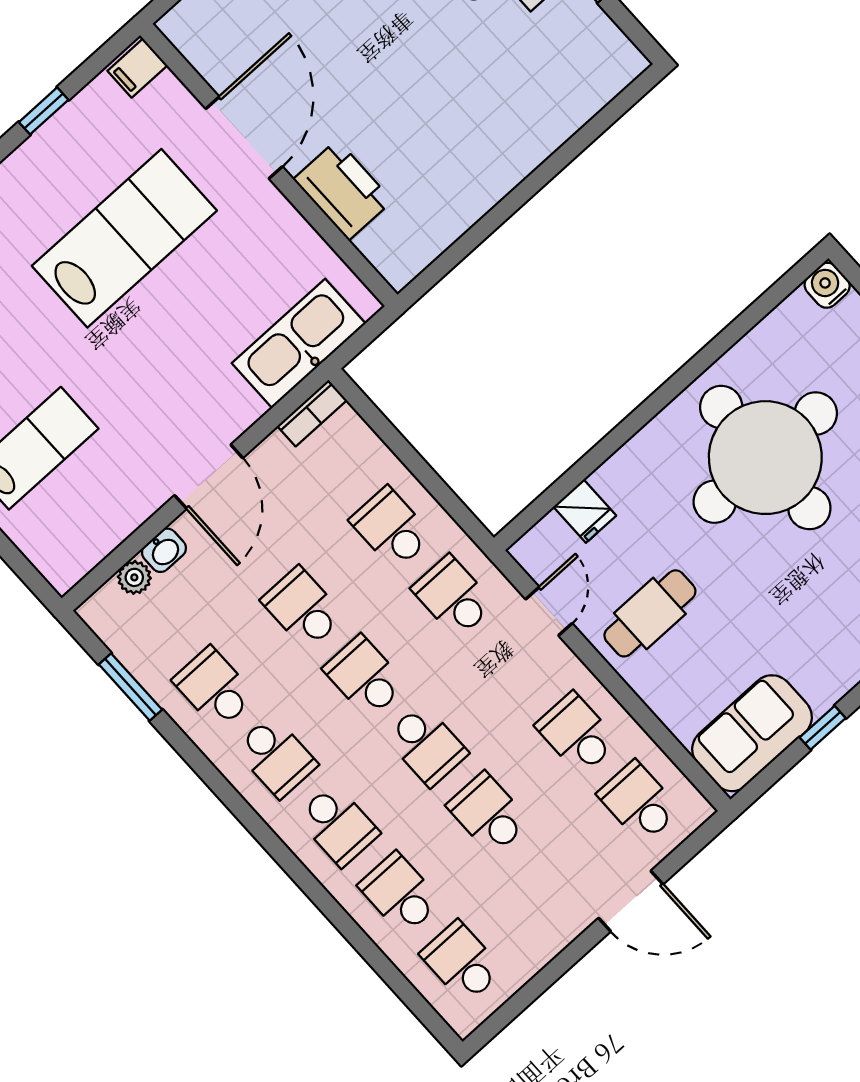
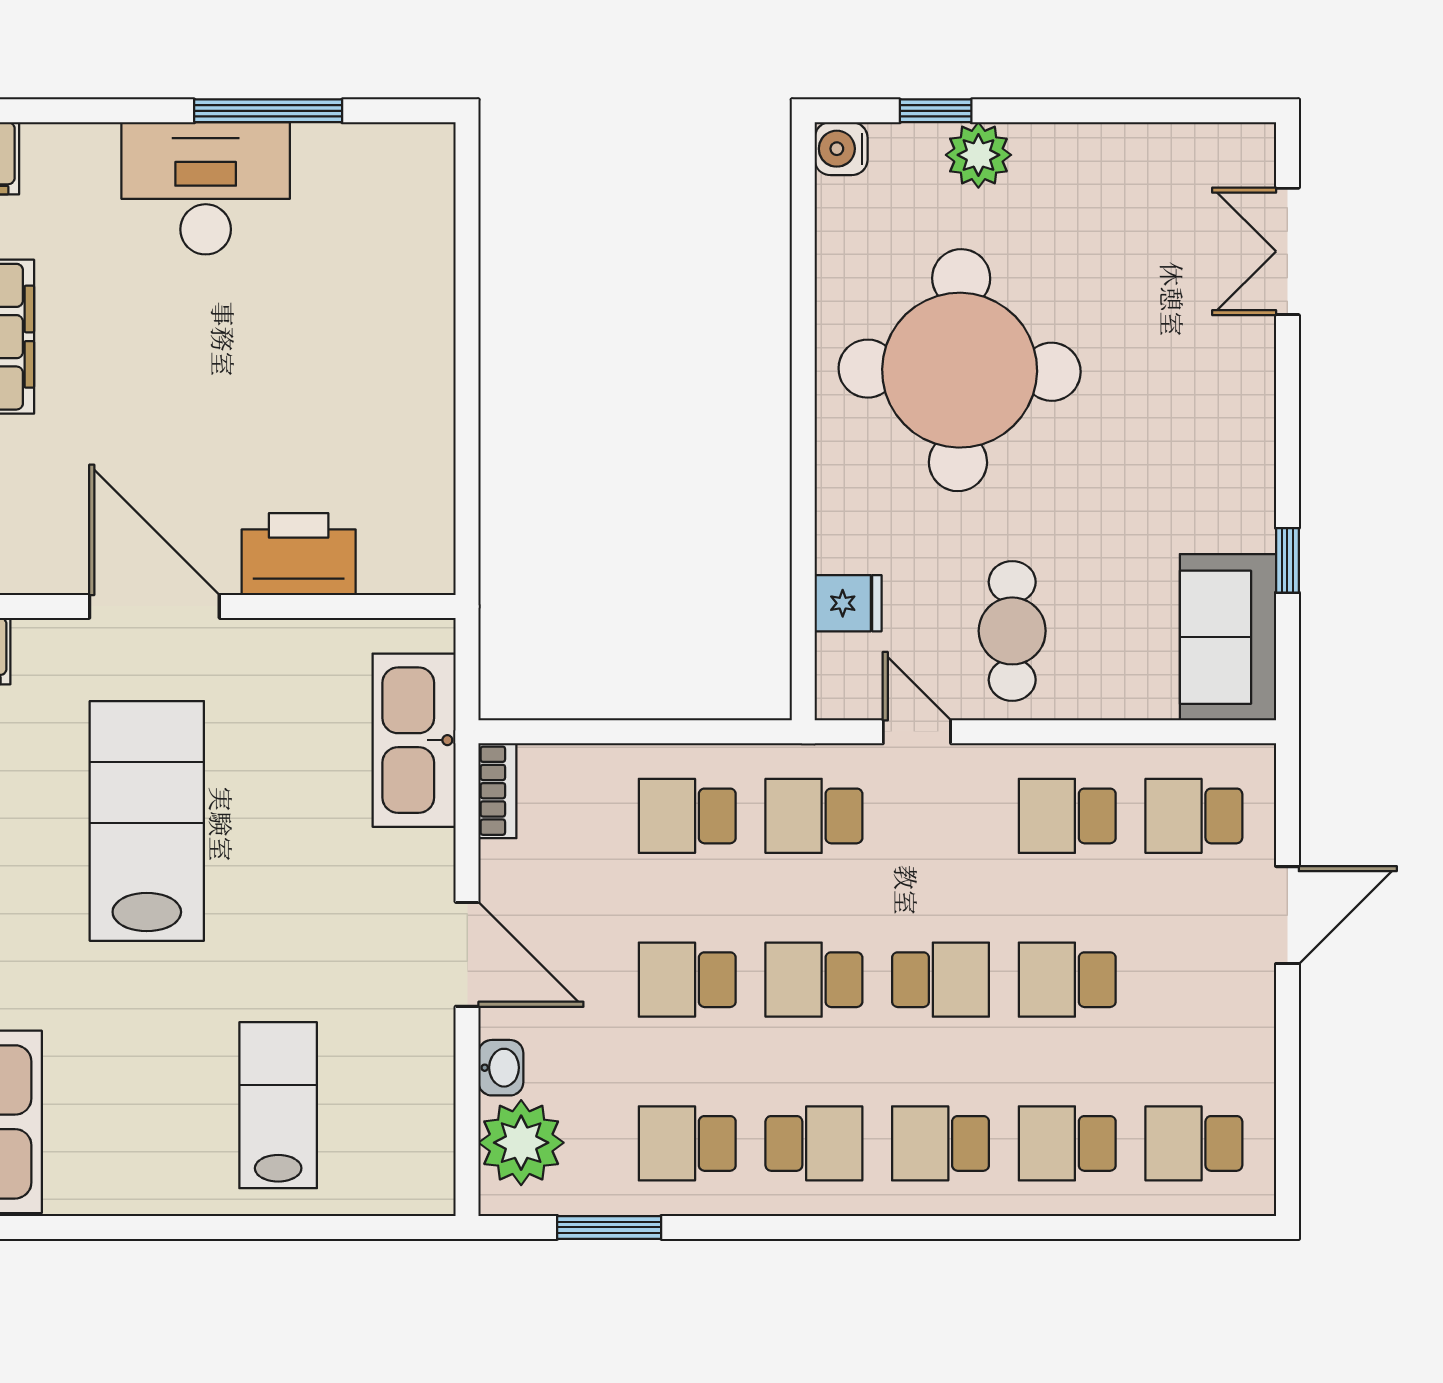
plant: (134, 577) -> (521, 1143), width x1.87, depth x1.87
school desk: (338, 825) -> (941, 1143), turned 180

